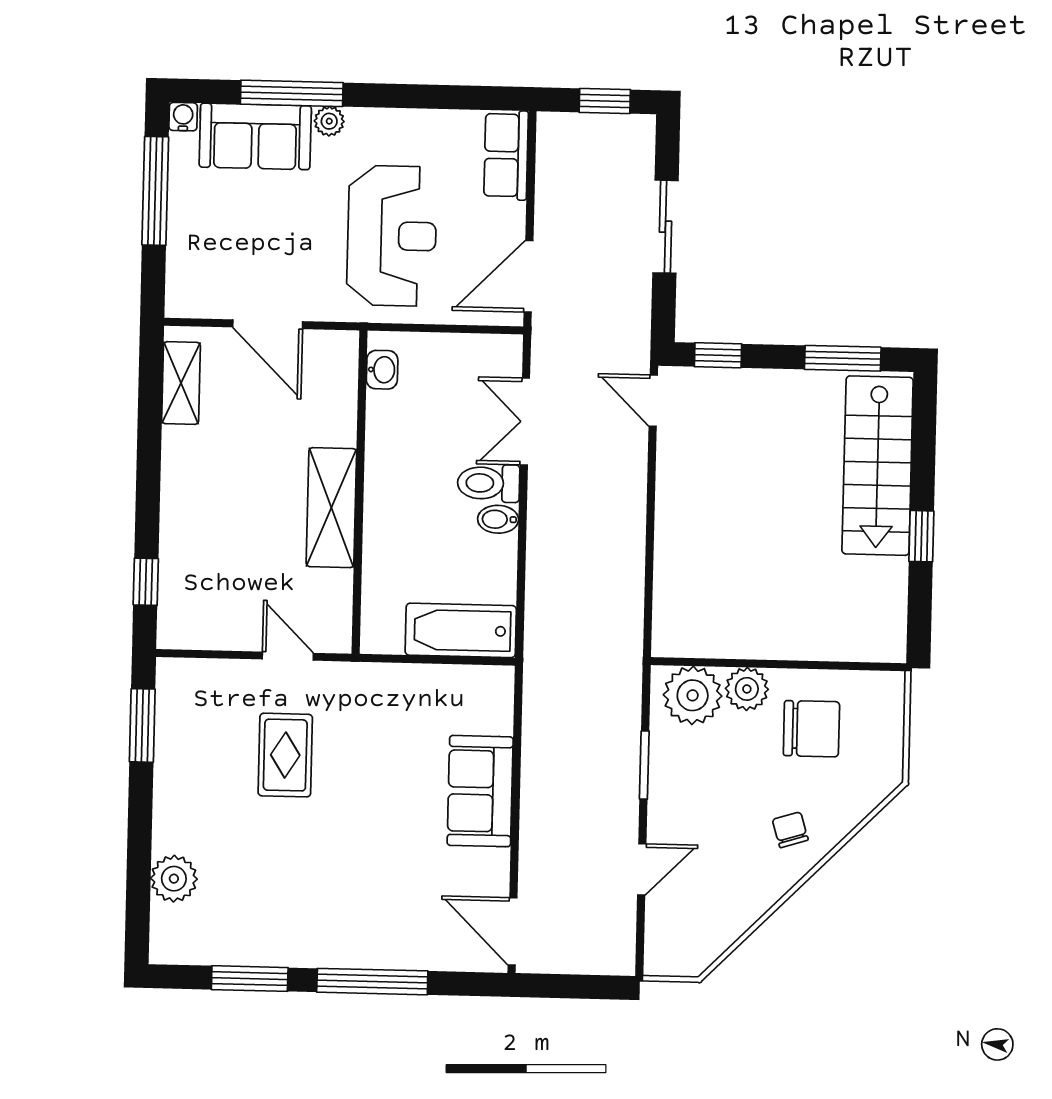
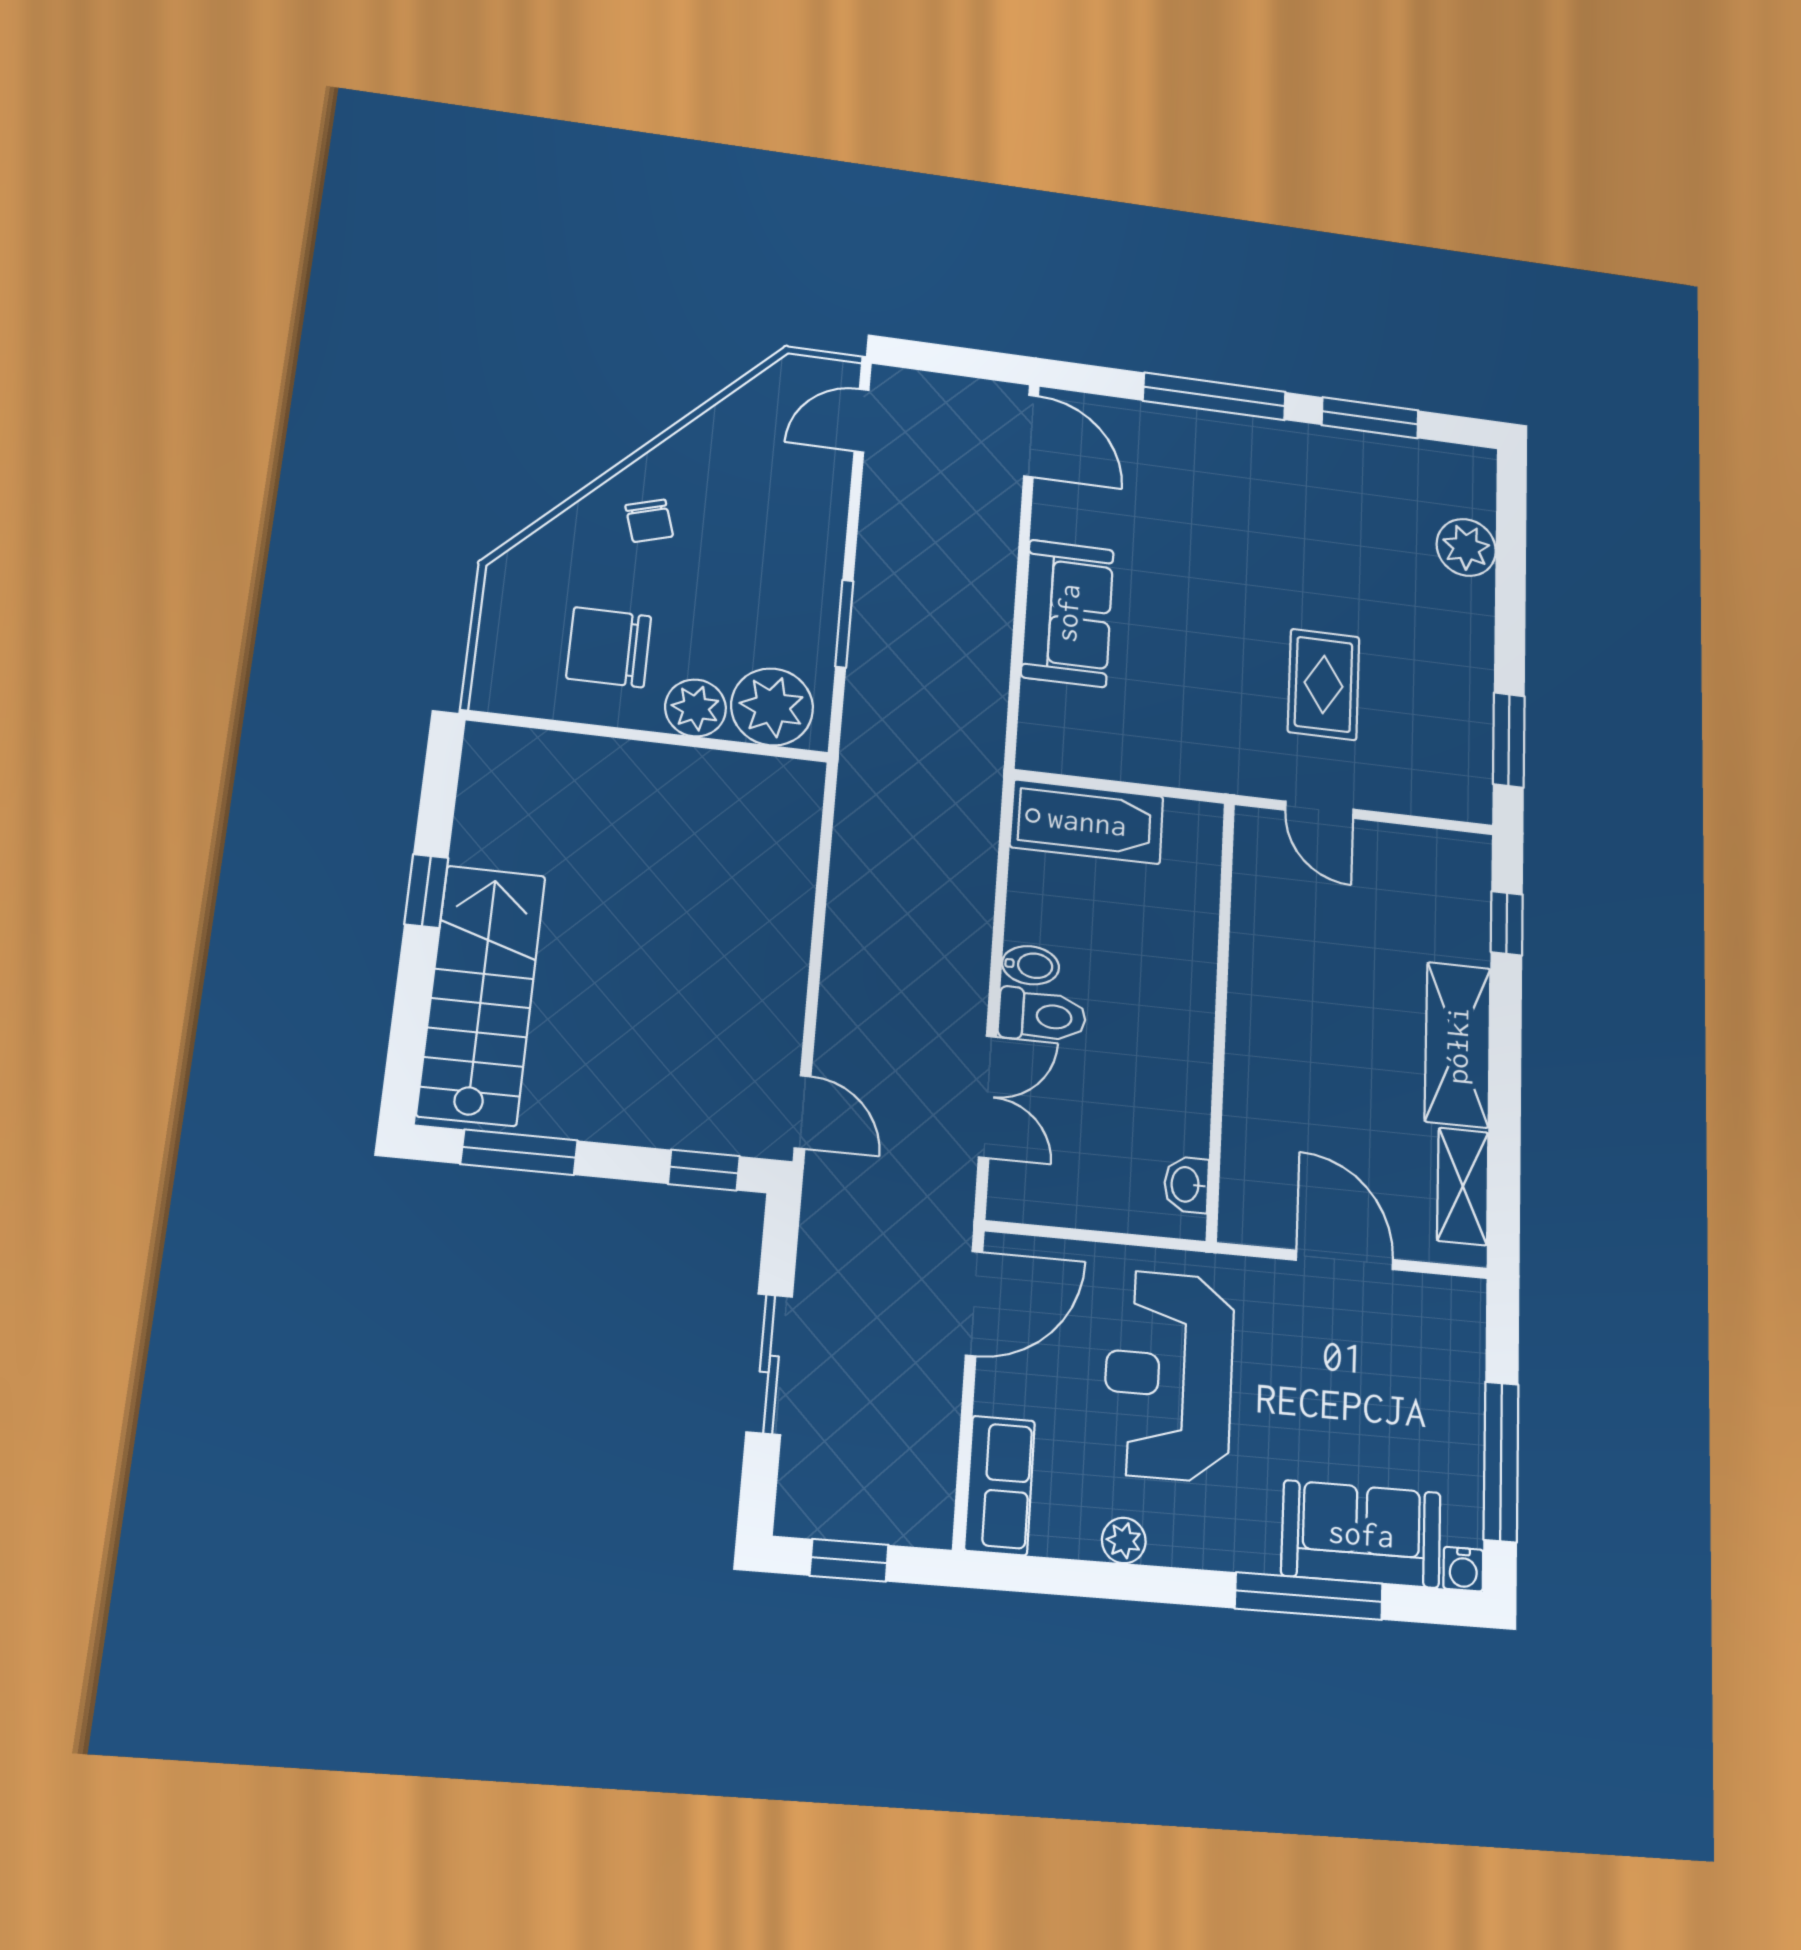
plant: (329, 121) -> (1124, 1541), moved
shelving: (331, 508) -> (1458, 1045), moved
door: (642, 869) -> (862, 421), moved

